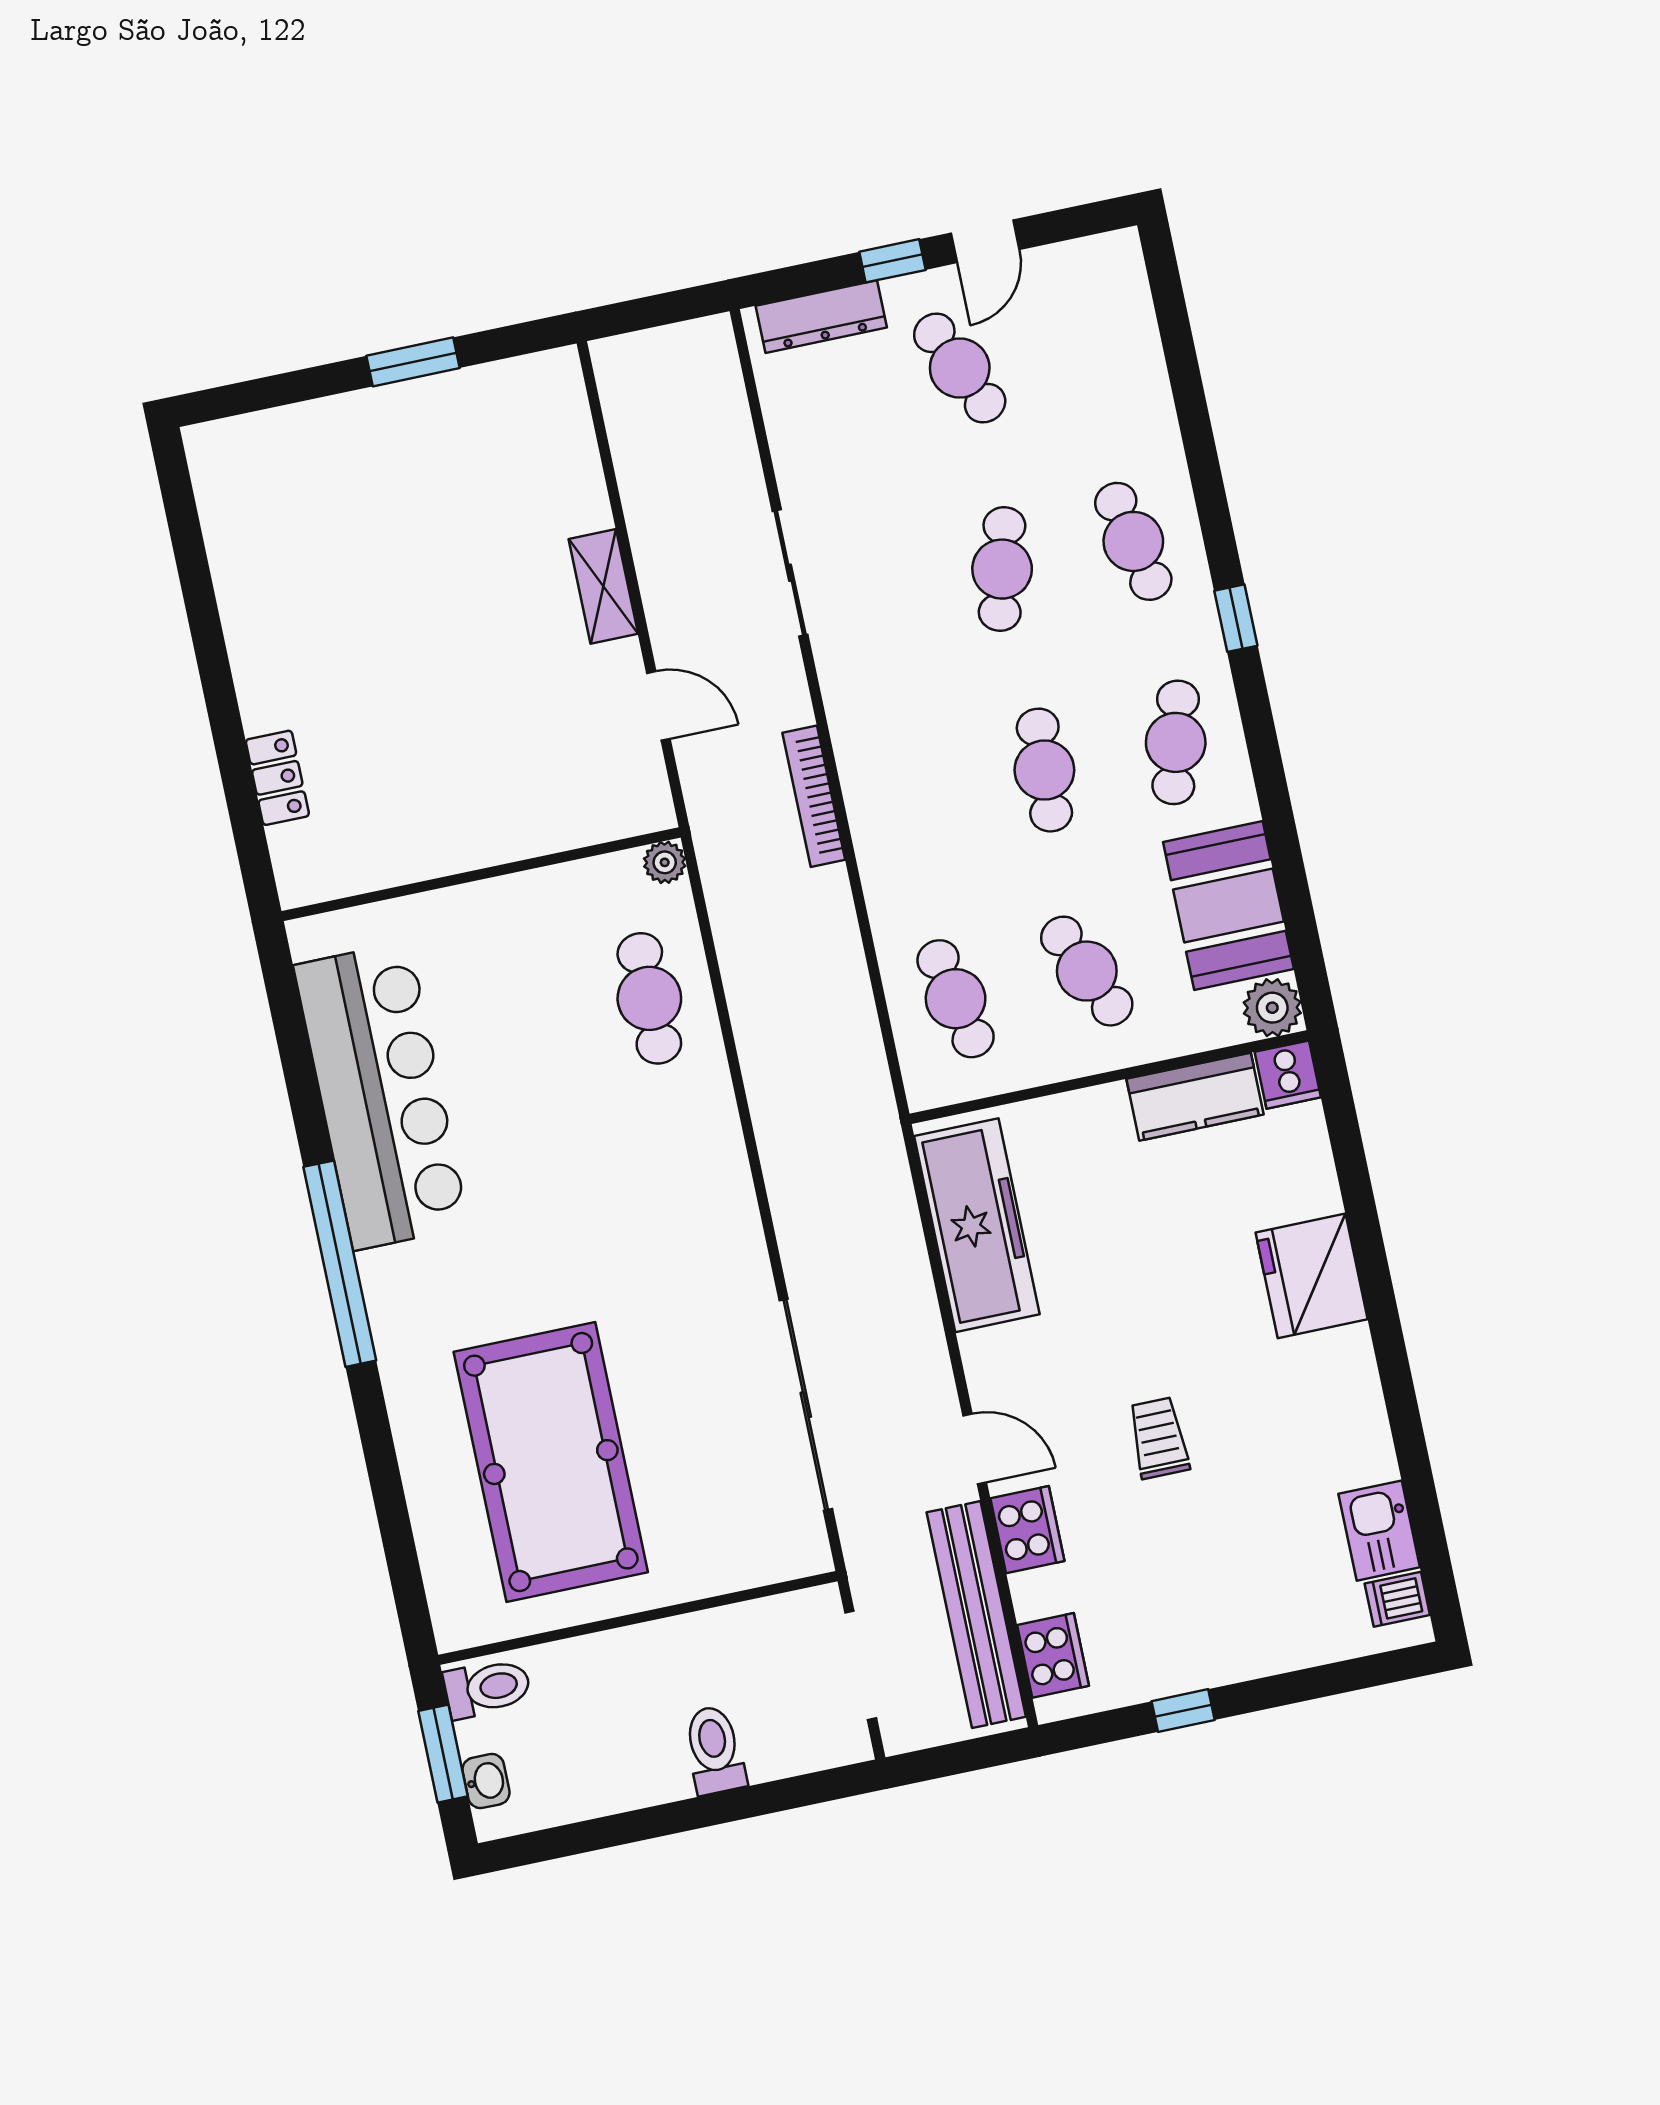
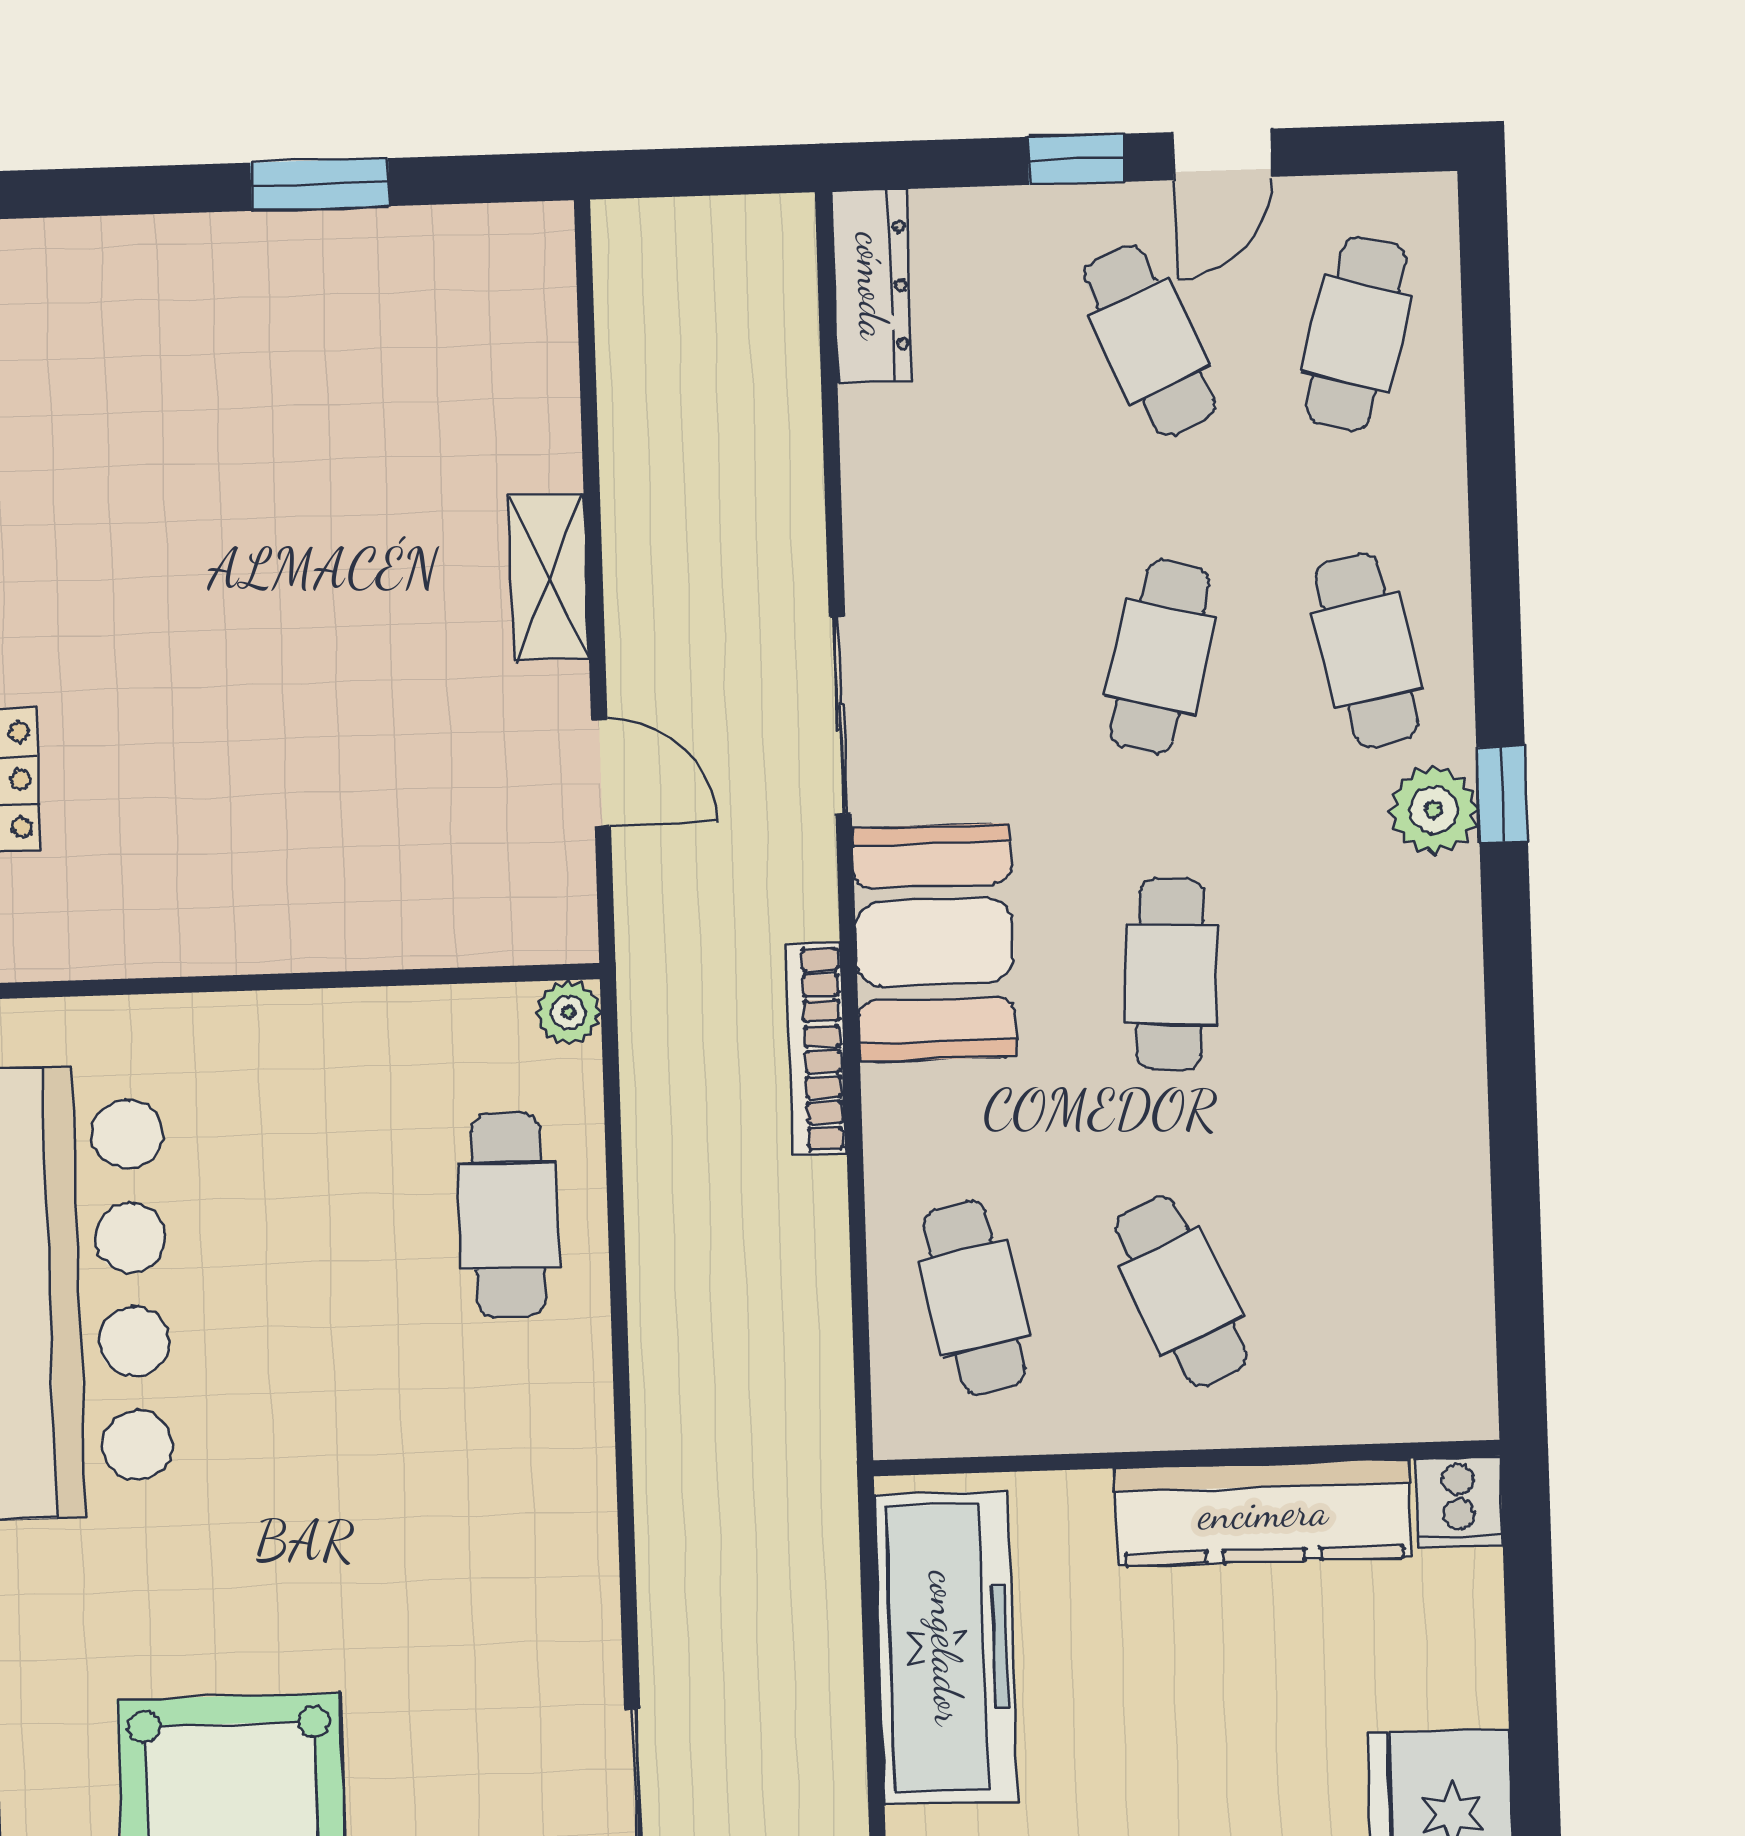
dresser: (821, 317) -> (872, 286), moved, turned -90
sliding door: (790, 573) -> (840, 715), moved
cafe table: (1176, 742) -> (1356, 333), moved
bookcase: (814, 796) -> (816, 1049), moved
booth: (1228, 905) -> (934, 942), moved
plant: (1272, 1008) -> (1434, 810), moved
kitchen counter: (1195, 1097) -> (1263, 1513), width x1.50

